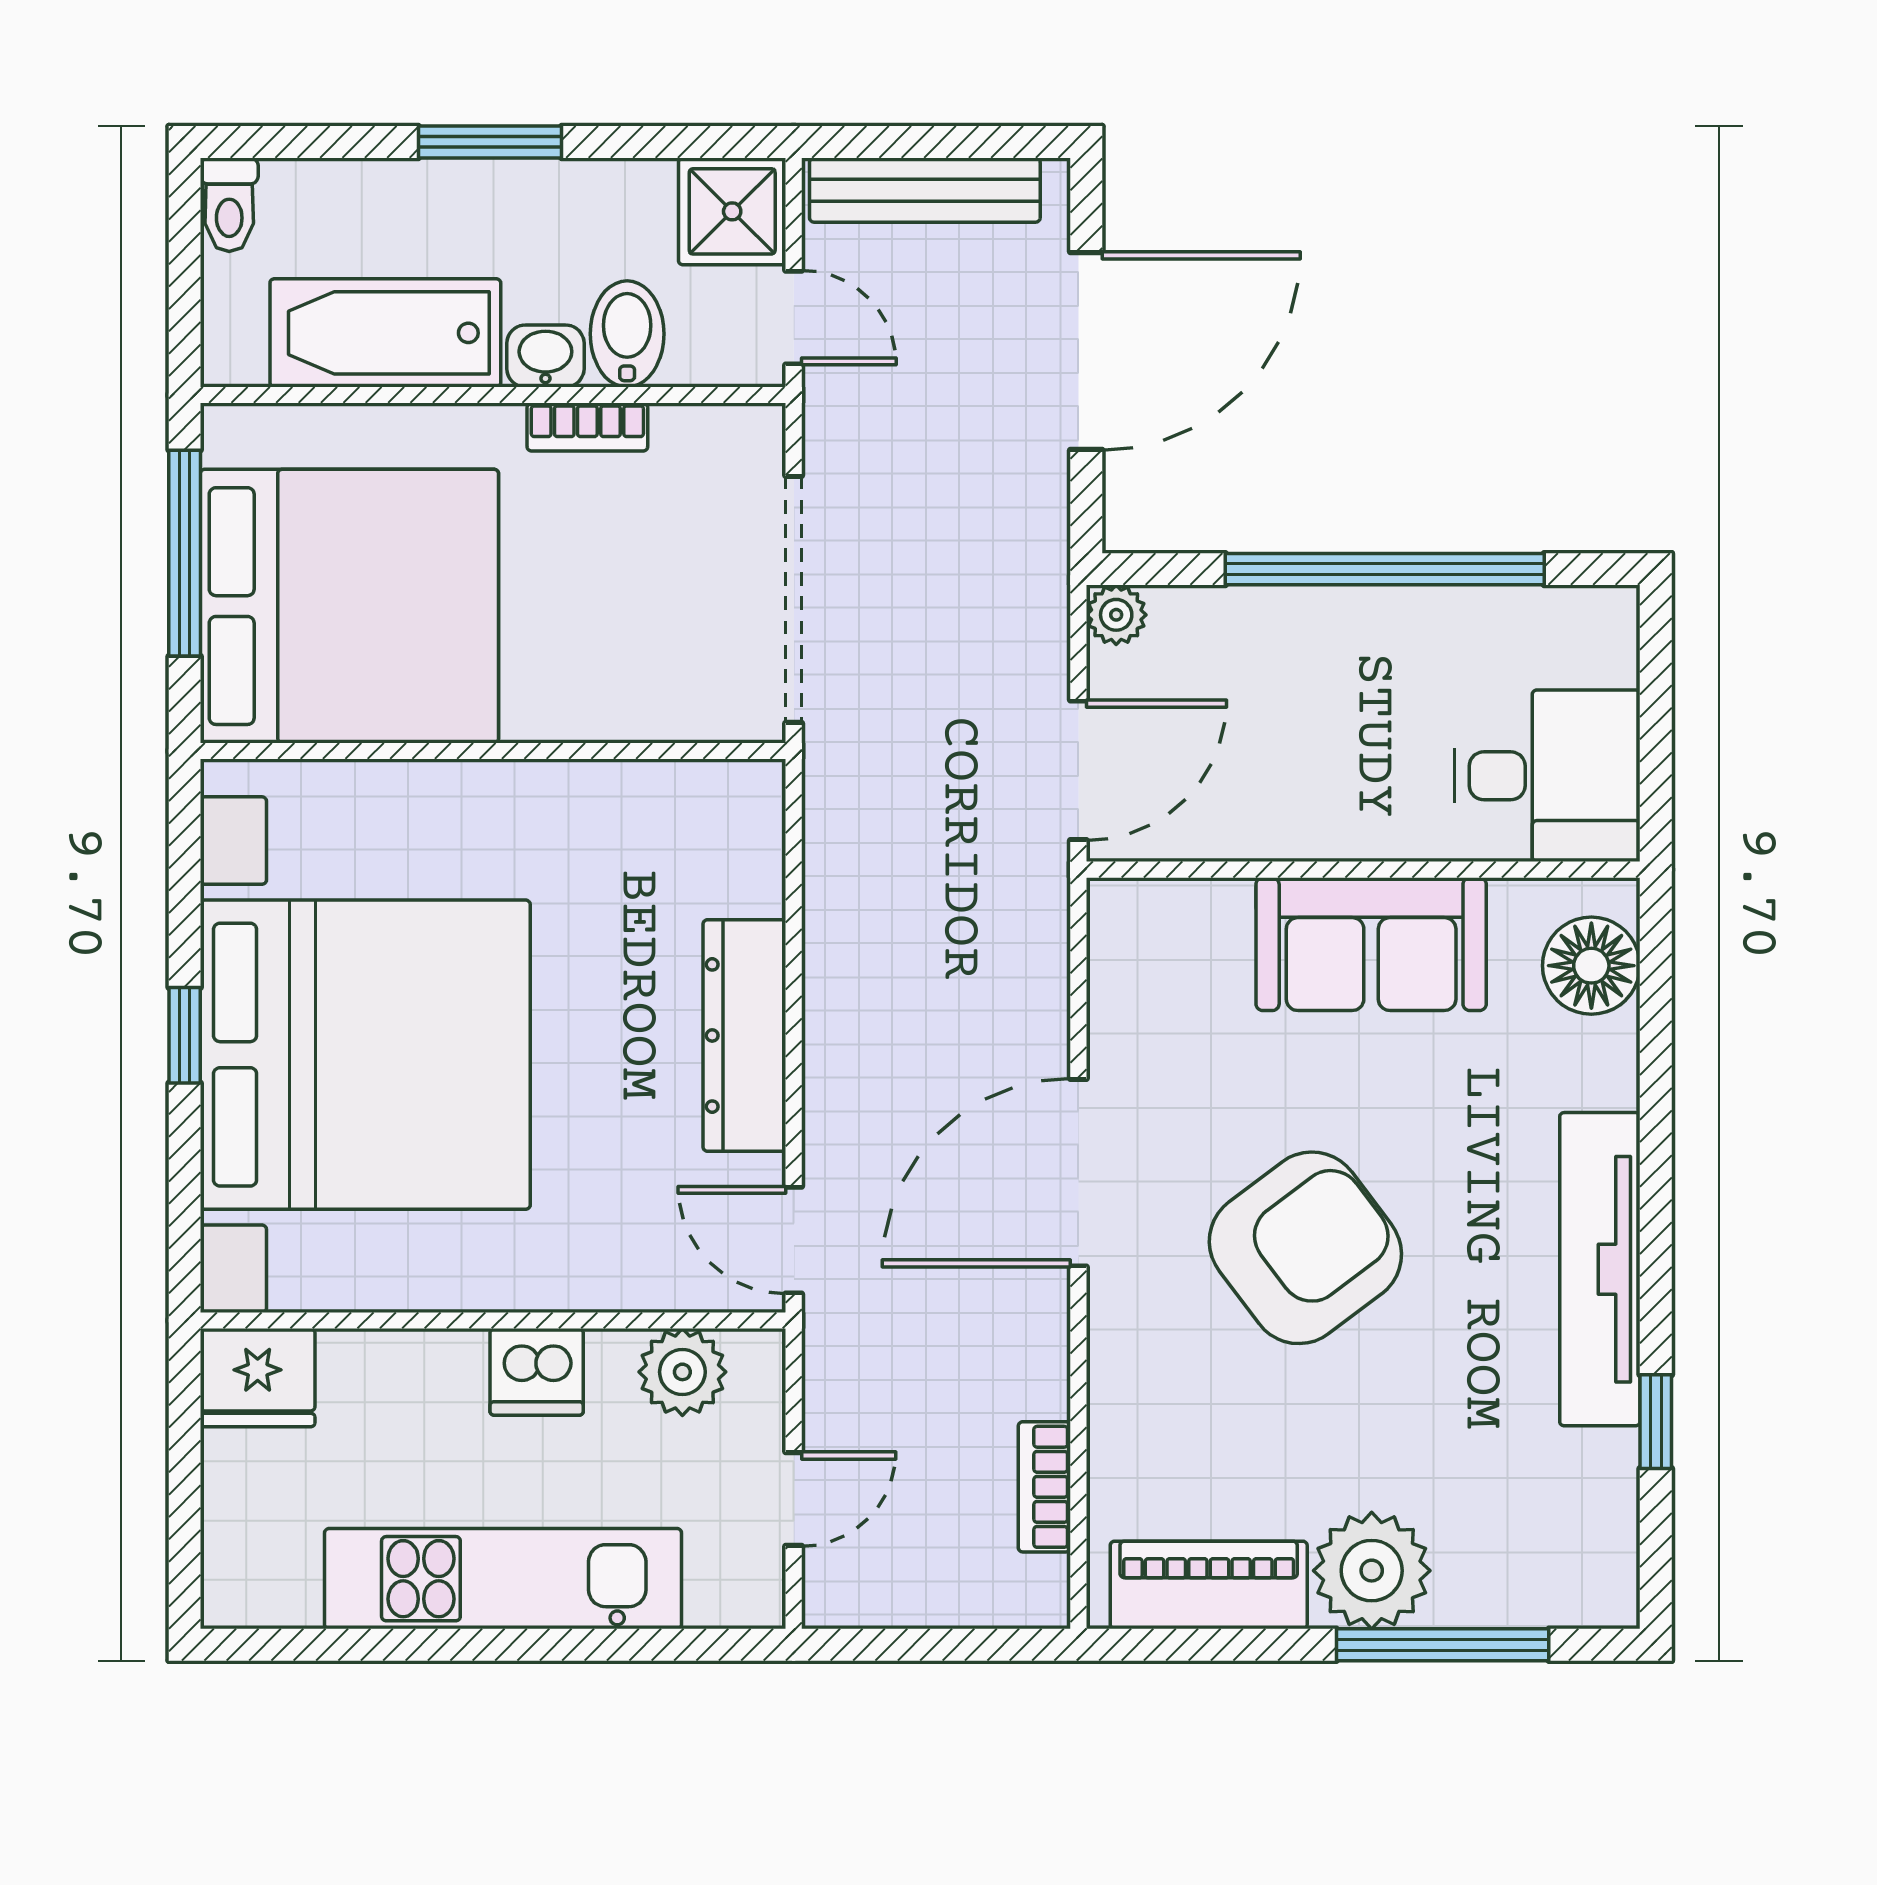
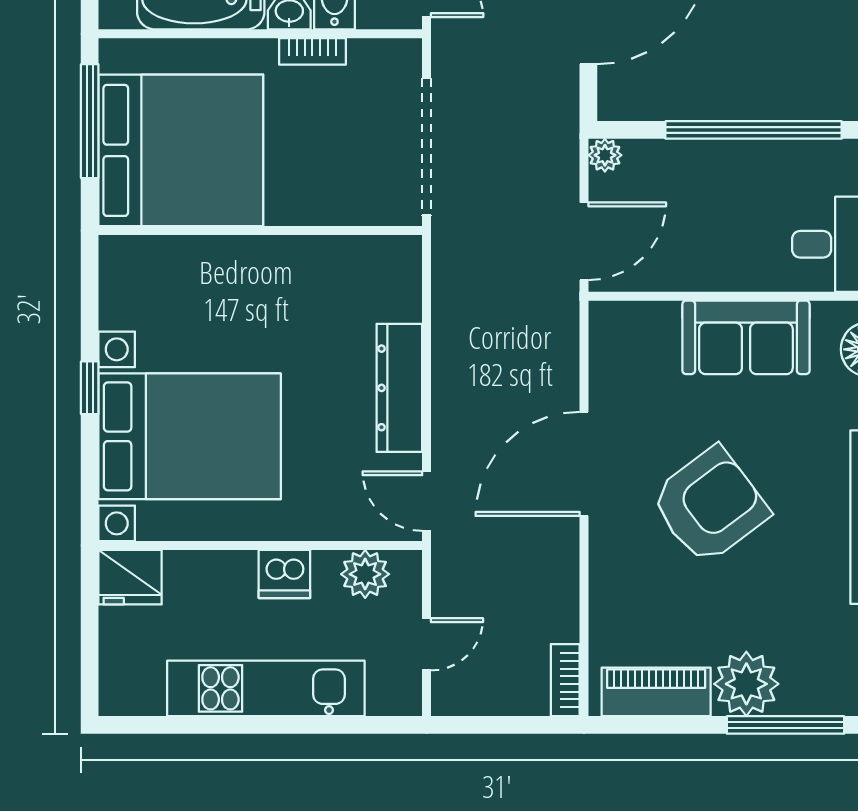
bed with nightstands: (365, 1055) -> (190, 436), width x0.73
bookcase: (1044, 1487) -> (565, 680), moved

